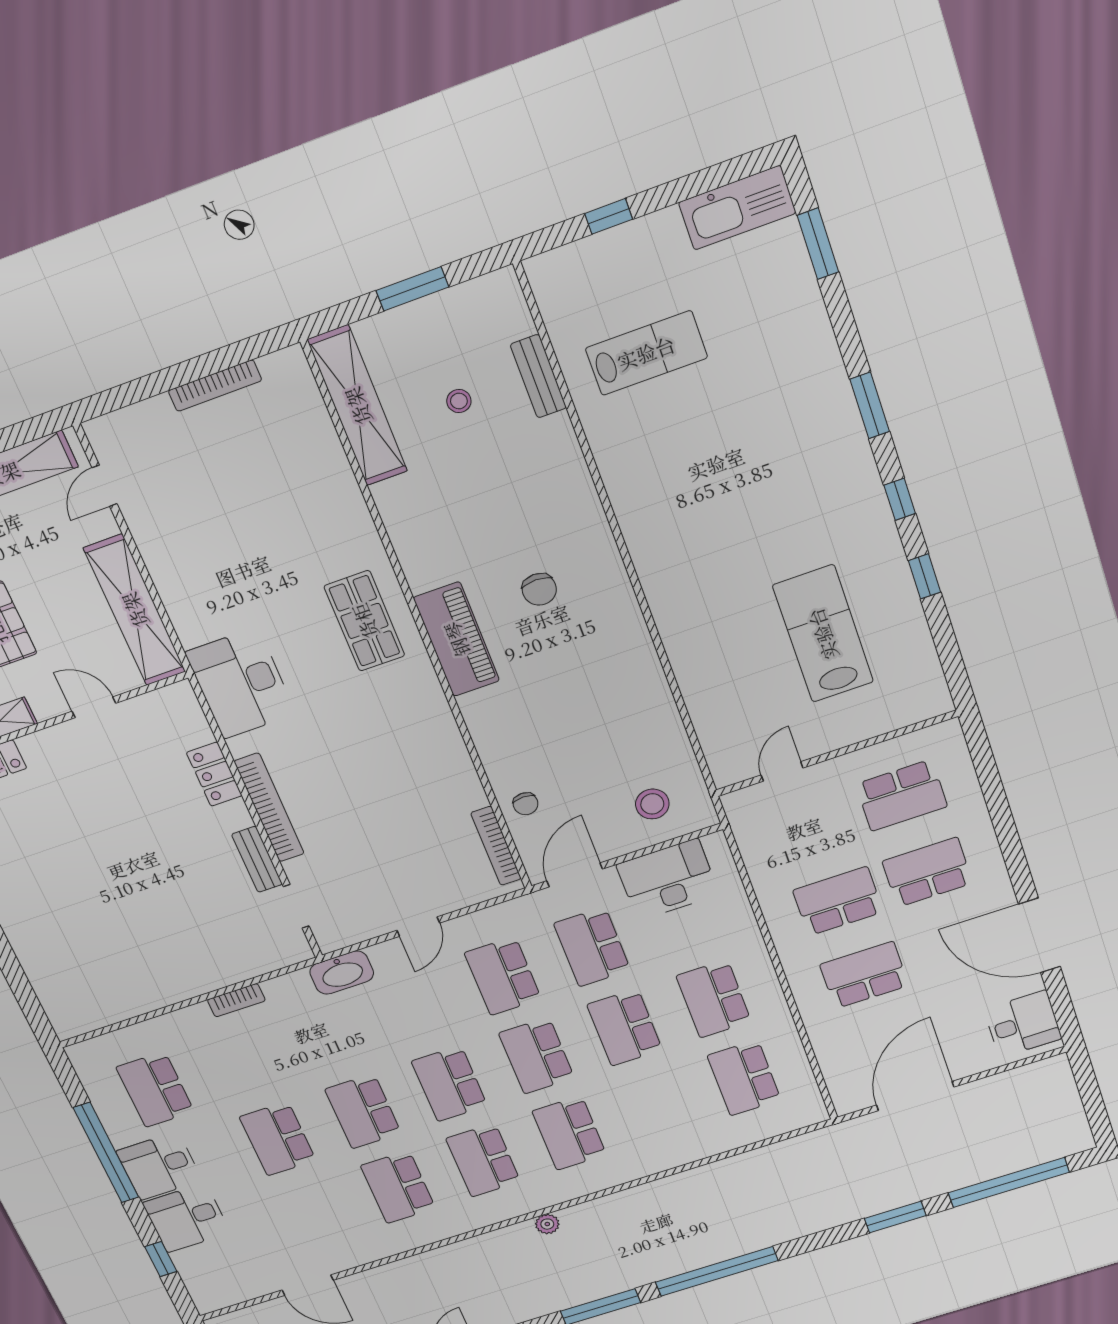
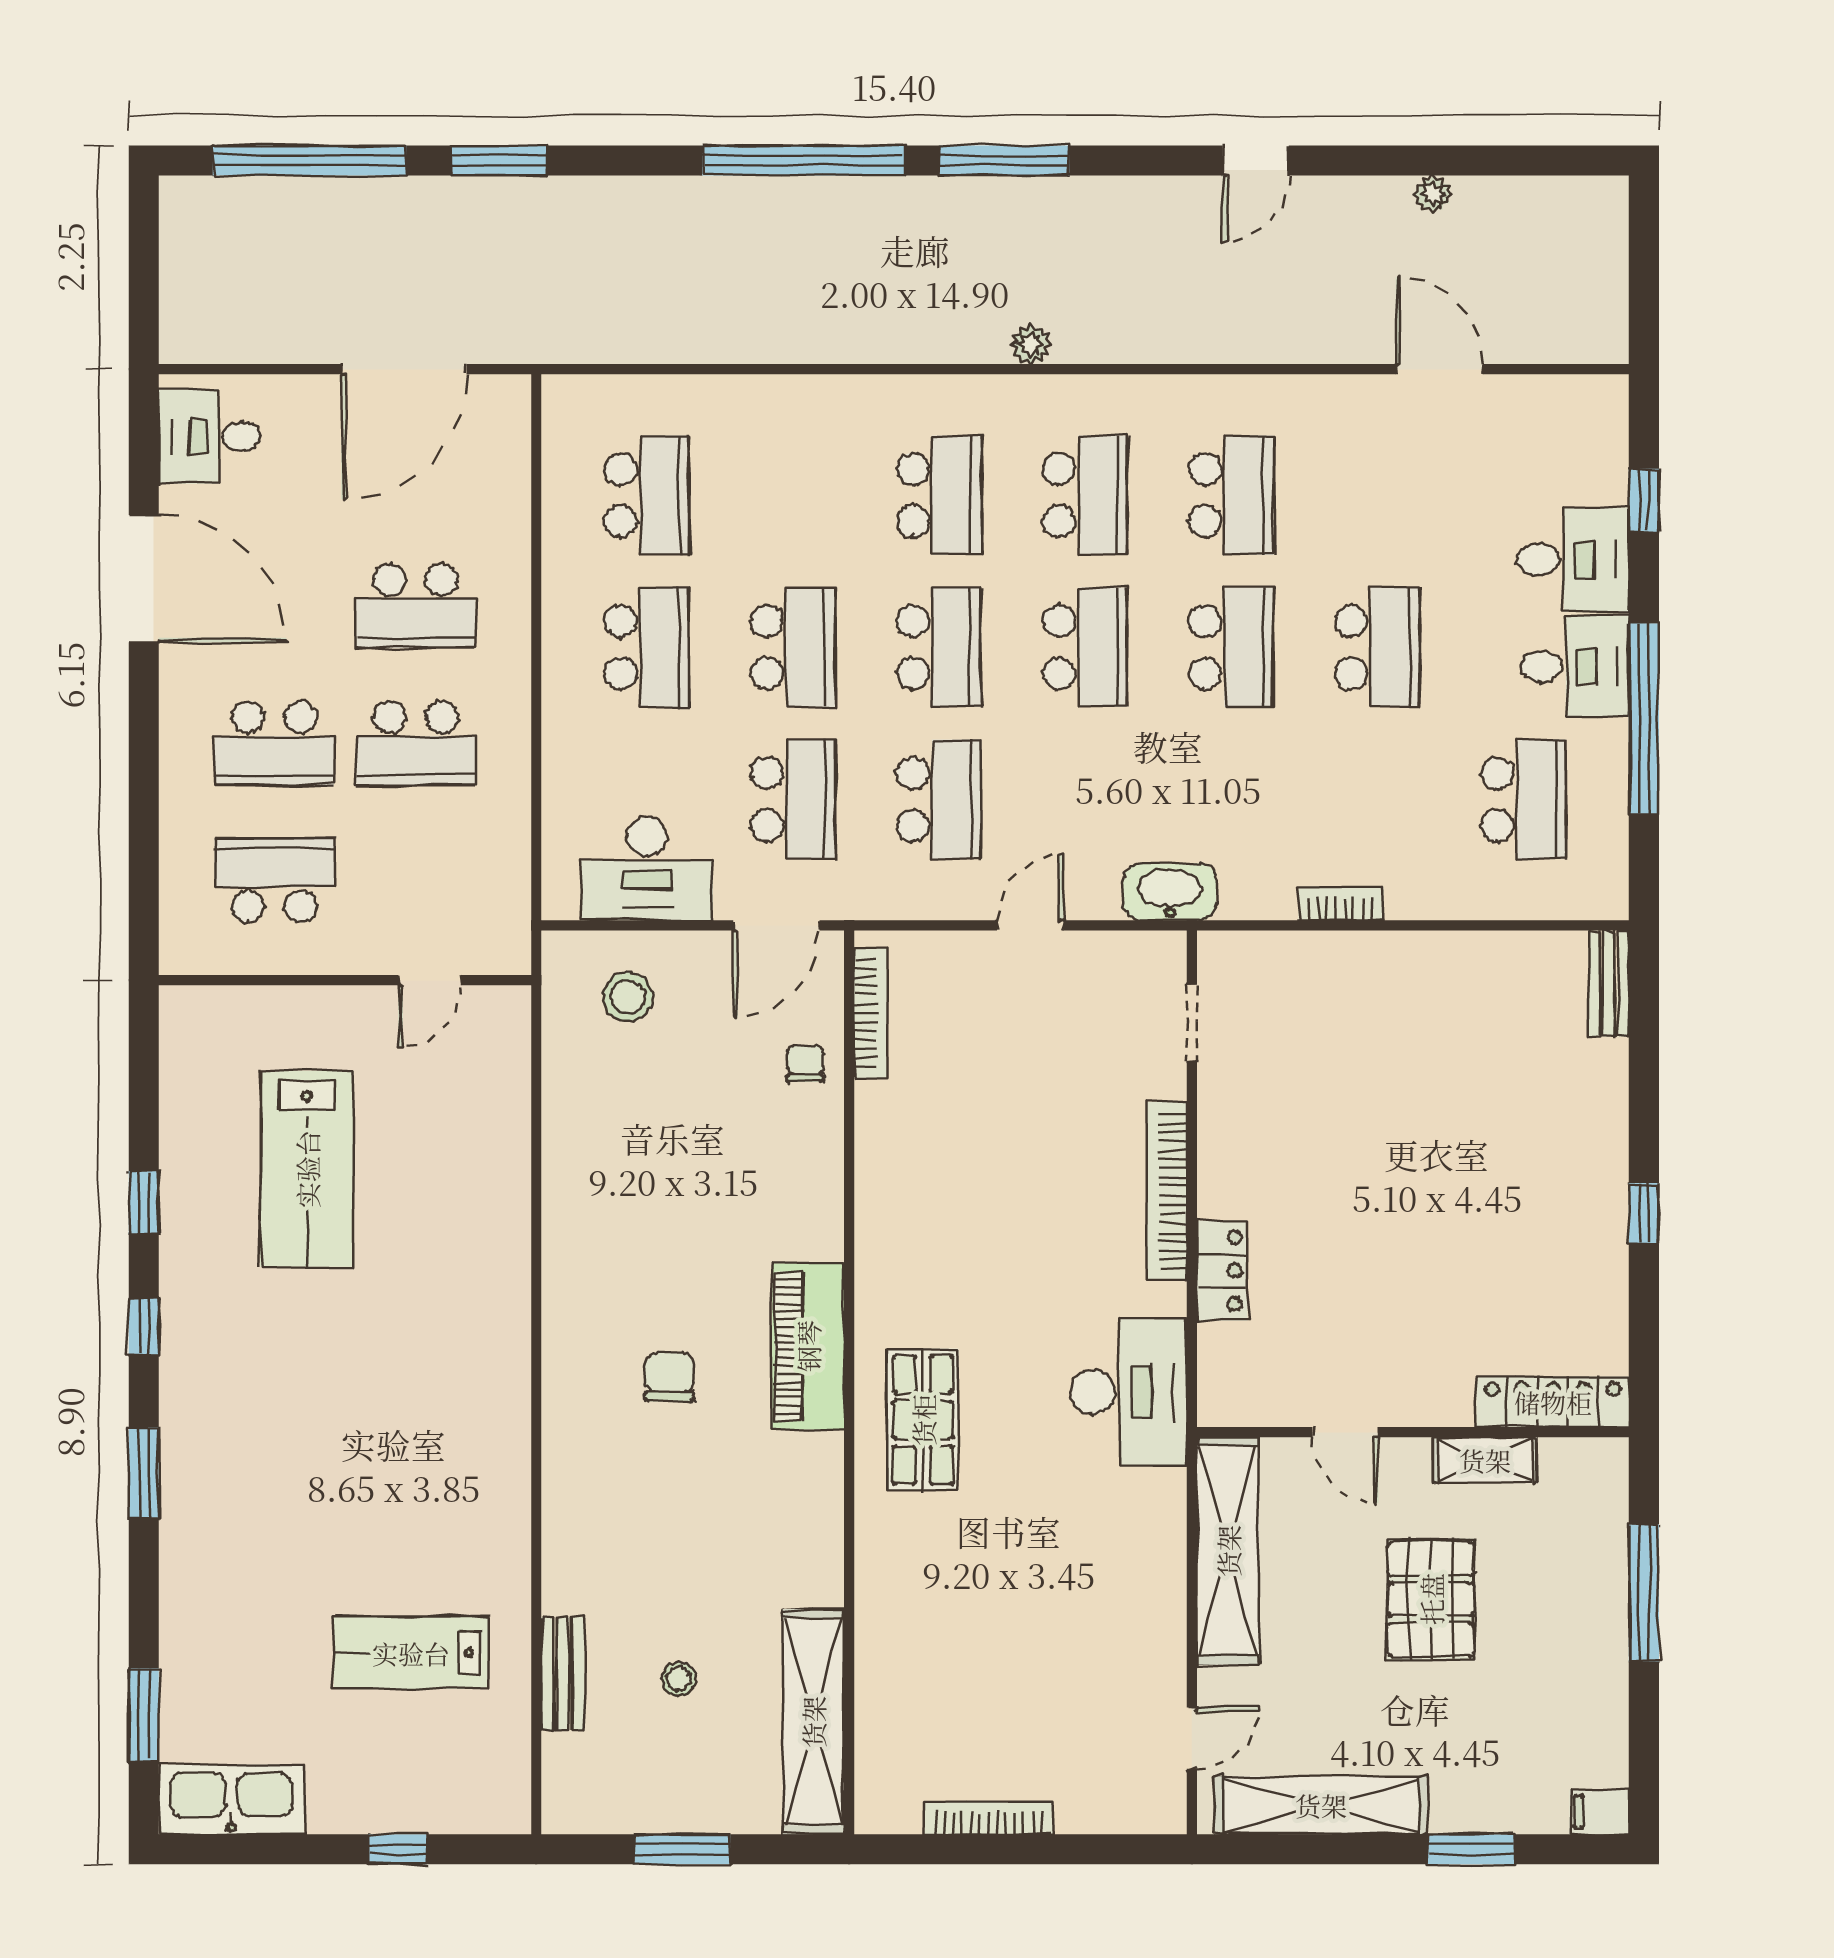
bench: (257, 859) -> (1609, 983), moved

